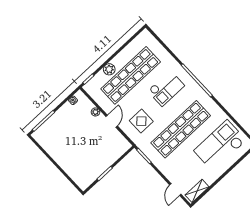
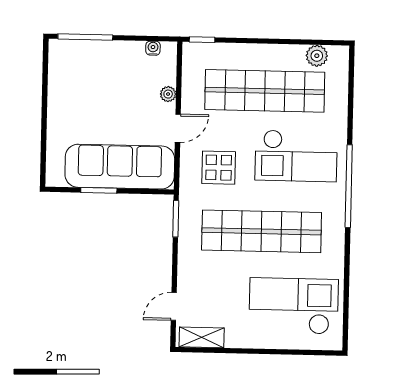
plant: (109, 69) -> (317, 56), moved
checkout: (166, 88) -> (296, 156), width x1.36, depth x1.21
sofa: (104, 157) -> (120, 167), added

